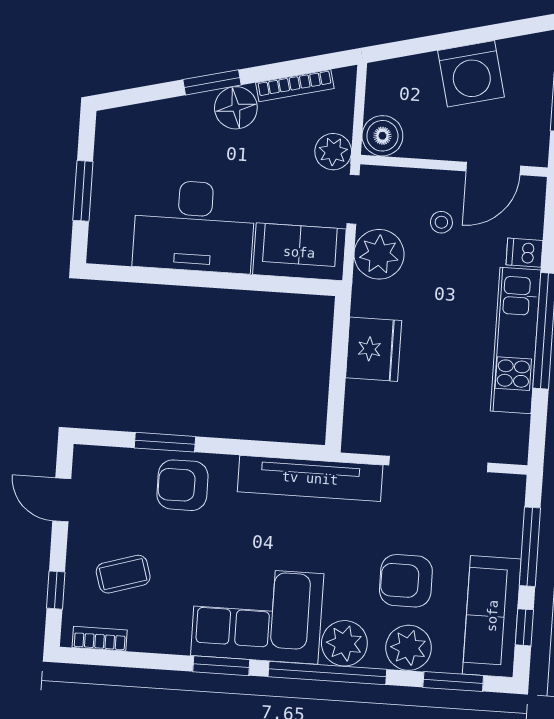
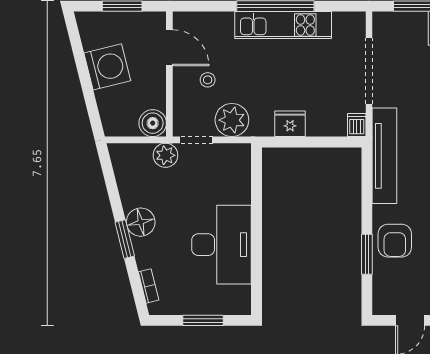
bookcase: (295, 86) -> (149, 286), moved, width x0.64
sofa: (299, 252) -> (234, 173), removed
dishwasher: (524, 253) -> (357, 125), moved, turned 180
fridge: (374, 349) -> (290, 124), width x0.73, depth x0.75

